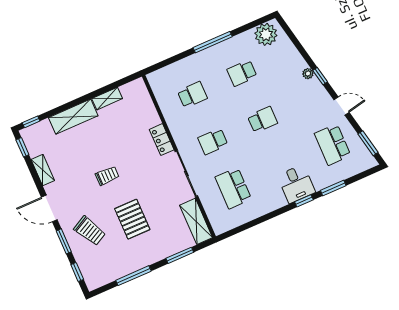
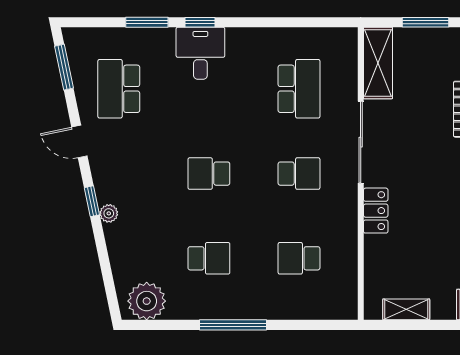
shelving: (107, 99) -> (406, 309), moved
school desk: (333, 145) -> (119, 89), turned 180

